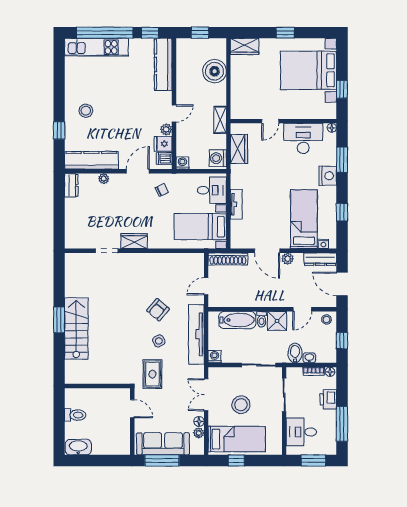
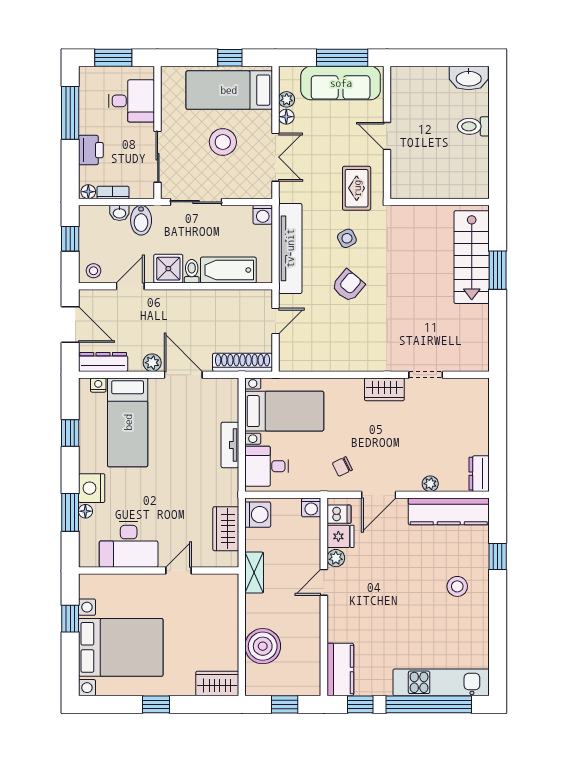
kitchen counter: (163, 64) -> (340, 669), width x0.67
floor lamp: (332, 128) -> (85, 511), moved
wall: (97, 386) -> (440, 202), moved

